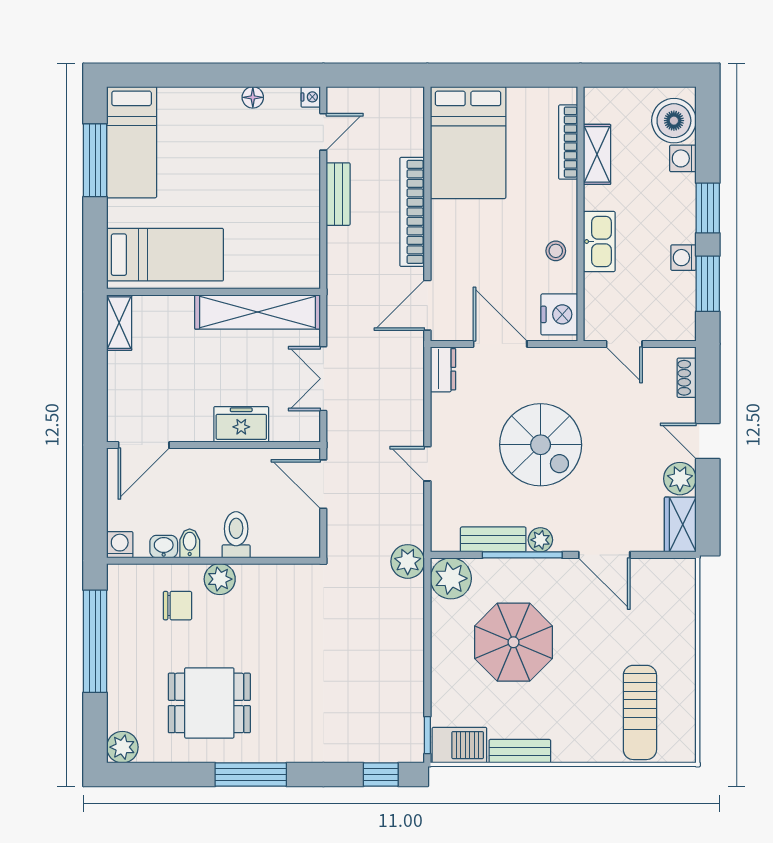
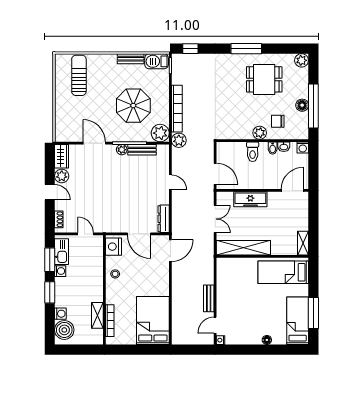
floor lamp: (253, 97) -> (267, 340), moved
bookcase: (412, 212) -> (177, 109), moved
kitchen sink: (599, 241) -> (62, 252), moved, turned 180
dresser: (443, 369) -> (164, 219), width x1.44
freezer: (241, 424) -> (250, 199), width x1.40
spiral stairs: (541, 445) -> (122, 191), removed
floor lamp: (121, 643) -> (302, 105), added

